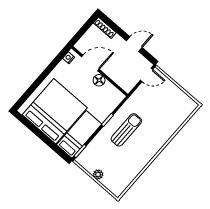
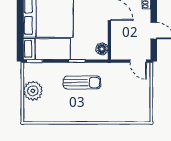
floor lamp: (99, 80) -> (102, 49), moved
plant: (98, 174) -> (33, 91), width x1.88, depth x1.88

